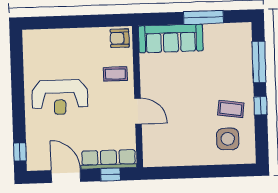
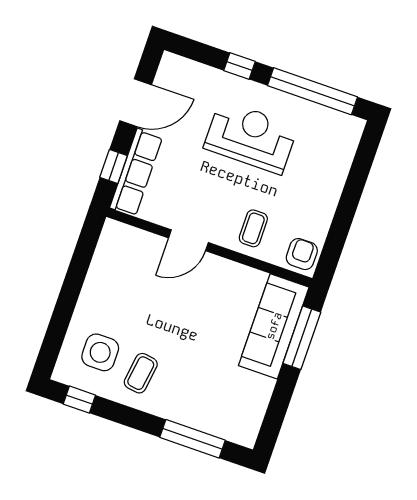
window: (203, 17) -> (302, 338), moved
window: (17, 70) -> (312, 91), added
reception desk: (60, 97) -> (251, 137), turned 90
window: (260, 106) -> (79, 400), moved
window: (20, 152) -> (239, 66), moved

